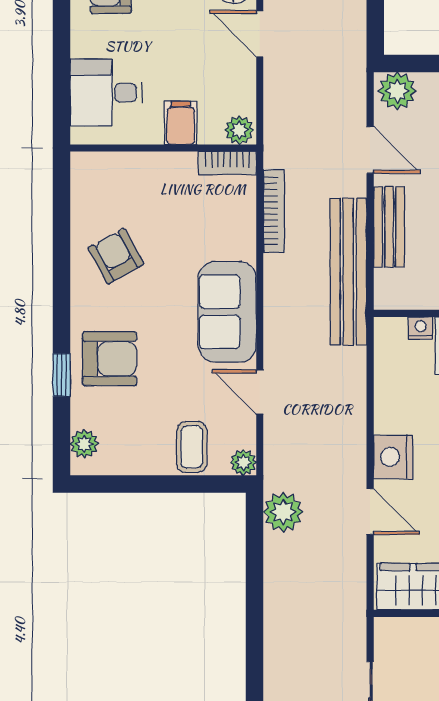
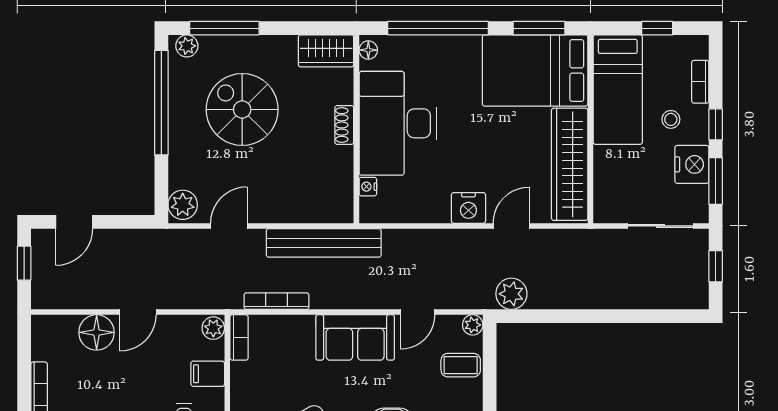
bench: (389, 227) -> (289, 211), removed

